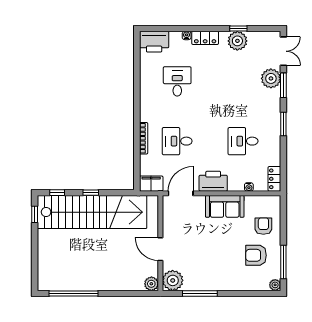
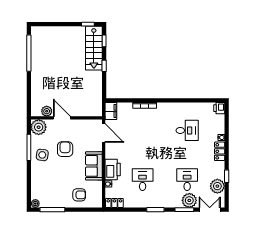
plant: (237, 41) -> (217, 186), moved
printer: (154, 42) -> (219, 108), width x0.53, depth x0.68
double door: (283, 51) -> (210, 210), swing flipped
desk: (177, 141) -> (187, 180), moved
printer: (213, 181) -> (113, 169), moved
stairs: (92, 212) -> (94, 48), width x0.54, depth x0.66
door: (160, 249) -> (62, 118), hinge flipped
armchair: (256, 255) -> (65, 149), moved
side table: (210, 276) -> (42, 155), added
plant: (151, 284) -> (47, 111), moved

